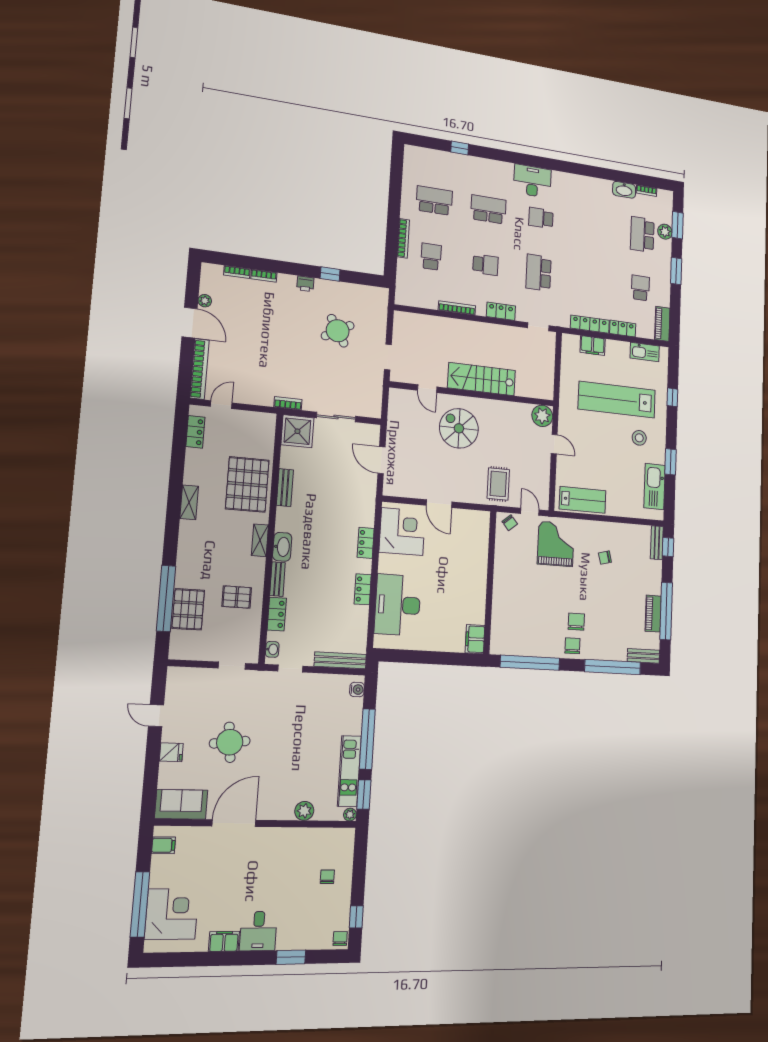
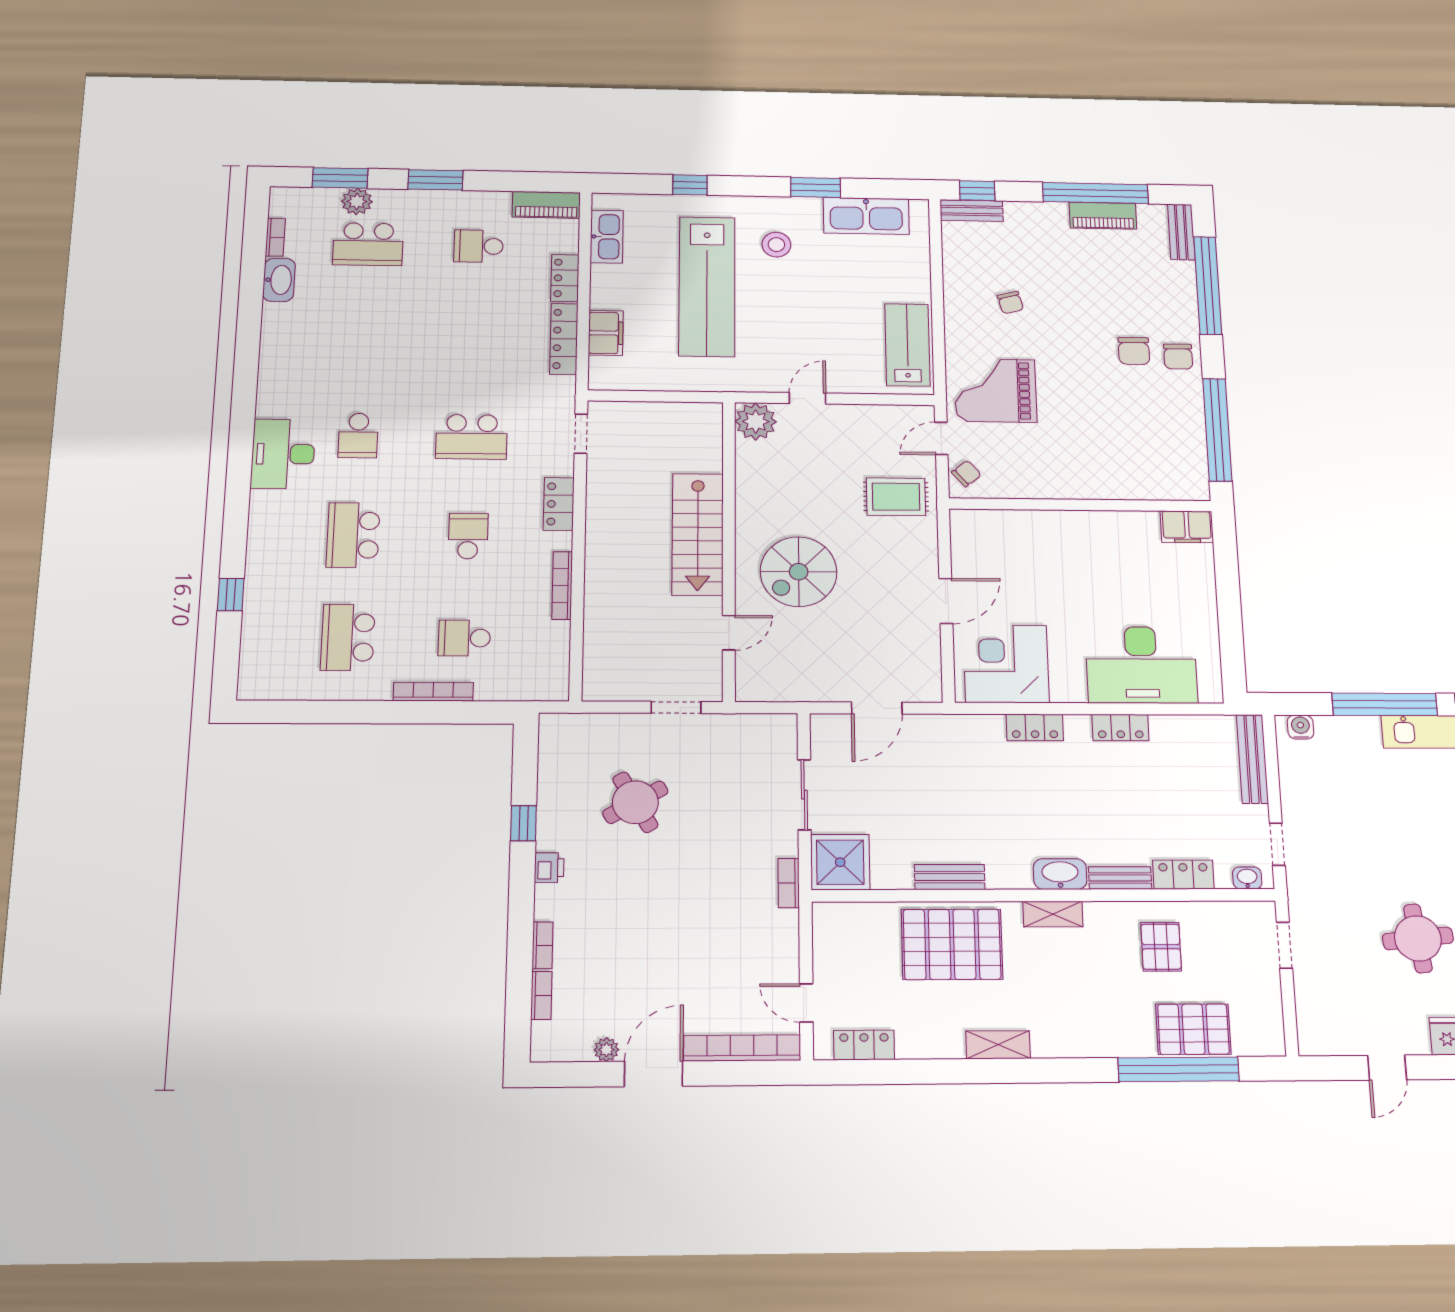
chair: (576, 622) -> (1134, 351), turned -90
chair: (572, 646) -> (1178, 356), turned -90

